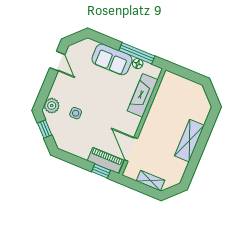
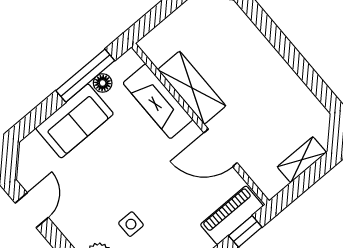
door: (57, 61) -> (32, 210), hinge flipped
shelving: (189, 141) -> (192, 88), moved
door: (131, 149) -> (221, 148), moved

